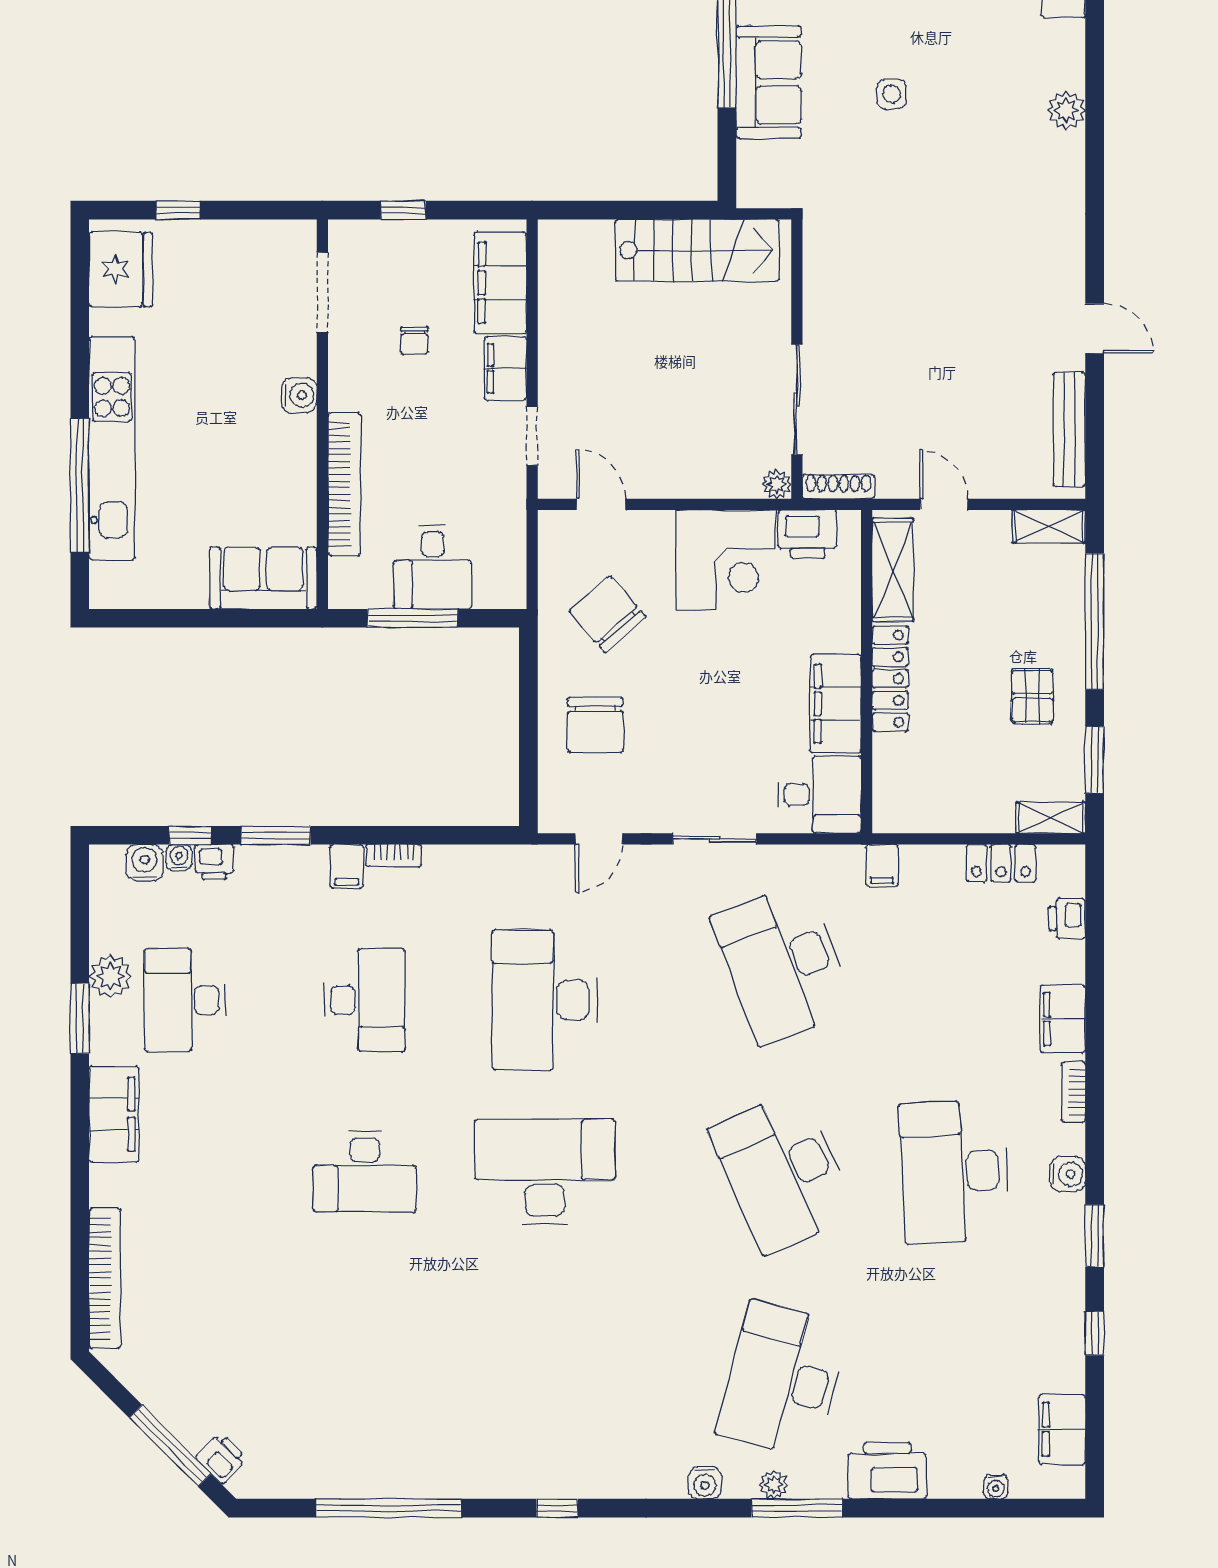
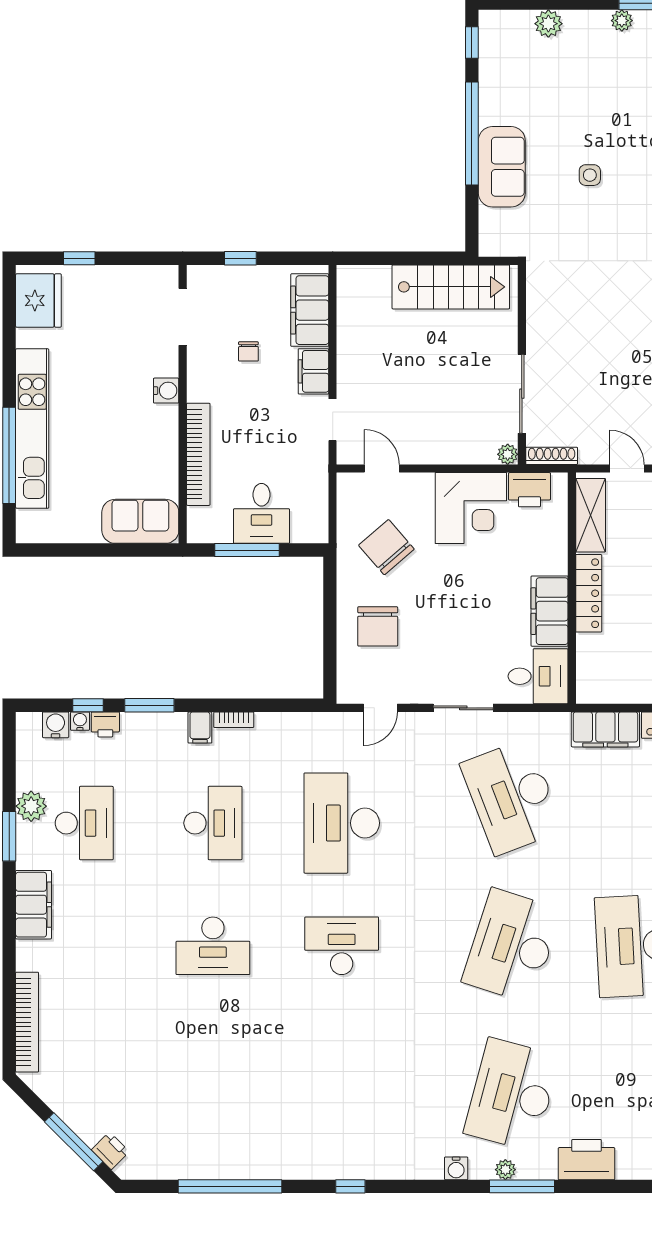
filing cabinet: (882, 866) -> (605, 729), width x3.00, depth x1.17
desk: (185, 1000) -> (84, 823), turned 180
desk: (545, 1172) -> (342, 946), width x0.73, depth x0.77
desk: (783, 1172) -> (512, 946), turned 42

